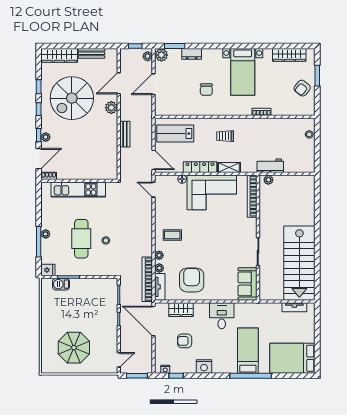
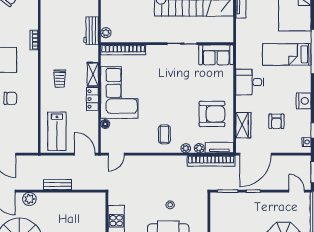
door: (154, 160) -> (85, 154), hinge flipped
locker: (200, 167) -> (92, 99), width x0.66
armchair: (192, 280) -> (212, 114), turned 180

